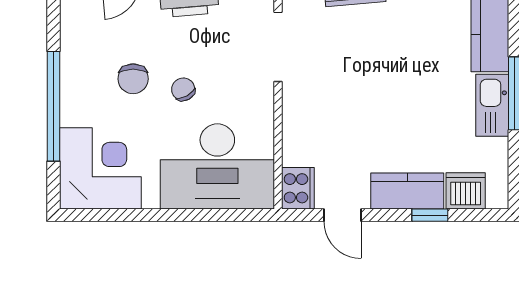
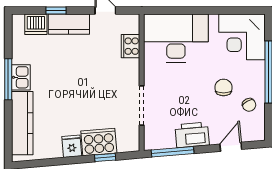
chair: (183, 89) -> (249, 105), moved
kitchen sink: (492, 105) -> (21, 77), width x0.73
cooker: (298, 188) -> (131, 46), moved

